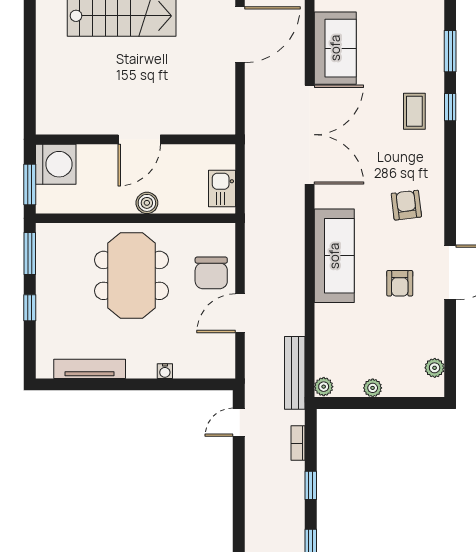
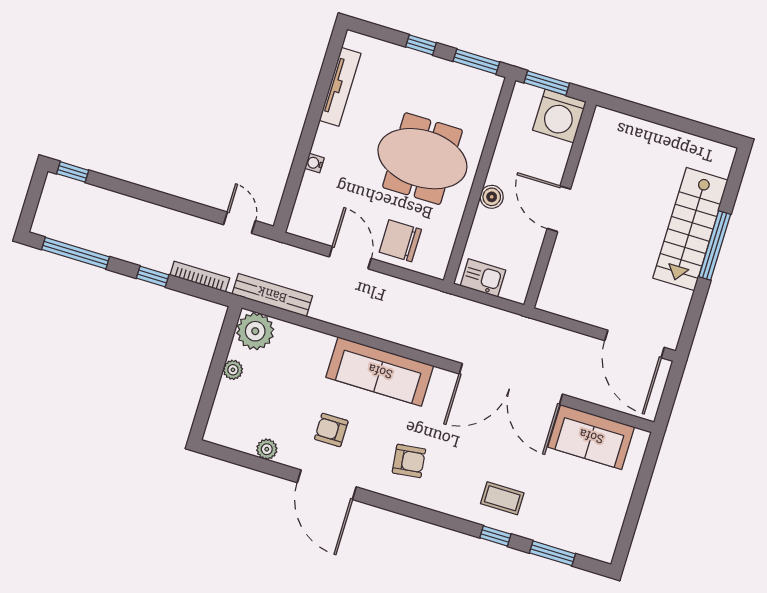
plant: (435, 368) -> (267, 449), moved
plant: (324, 387) -> (255, 331), width x1.88, depth x1.88
bookcase: (298, 443) -> (200, 277), width x1.56

